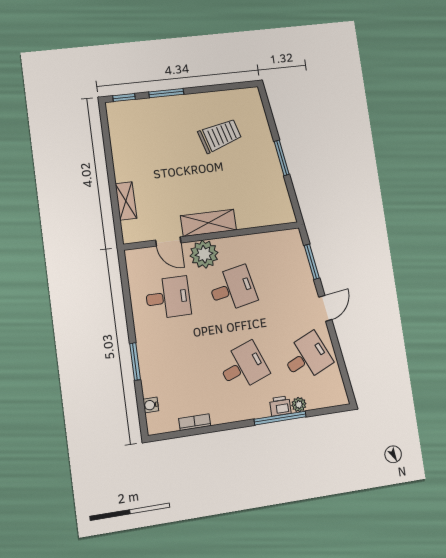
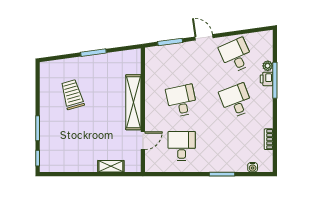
shelving: (208, 223) -> (133, 102), width x1.47
plant: (204, 254) -> (155, 117), removed

